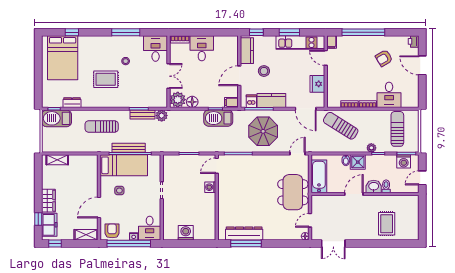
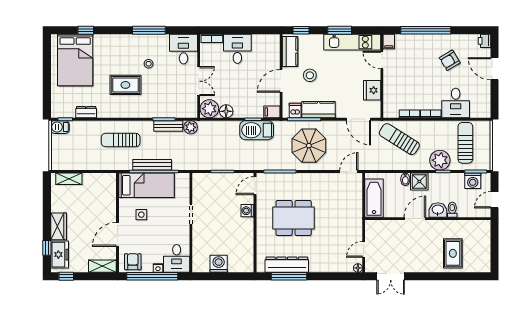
barbecue: (57, 118) -> (60, 127), width x0.53, depth x0.65
plant: (371, 148) -> (440, 160), width x1.87, depth x1.87
dining table: (293, 192) -> (294, 218), moved, turned 90

